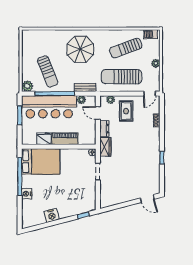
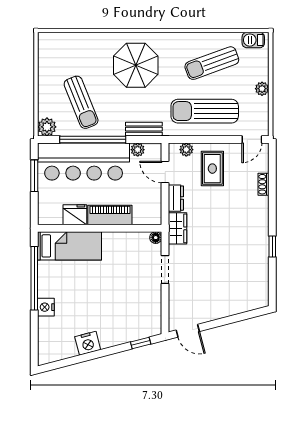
bed: (41, 162) -> (69, 246), width x0.67
door: (147, 199) -> (188, 331), moved

